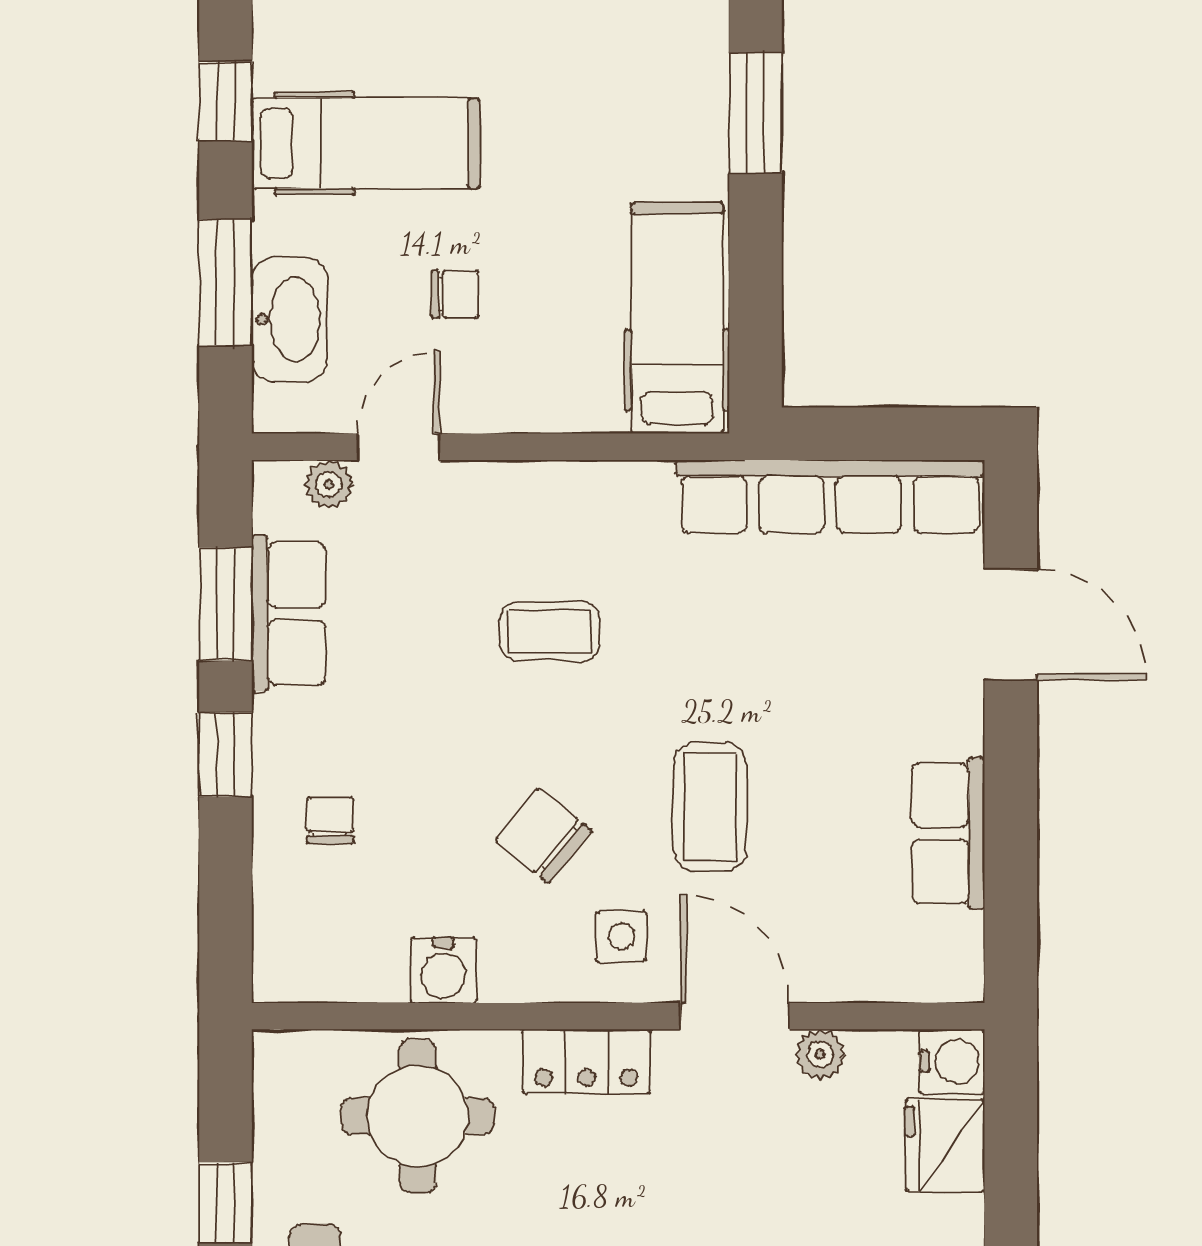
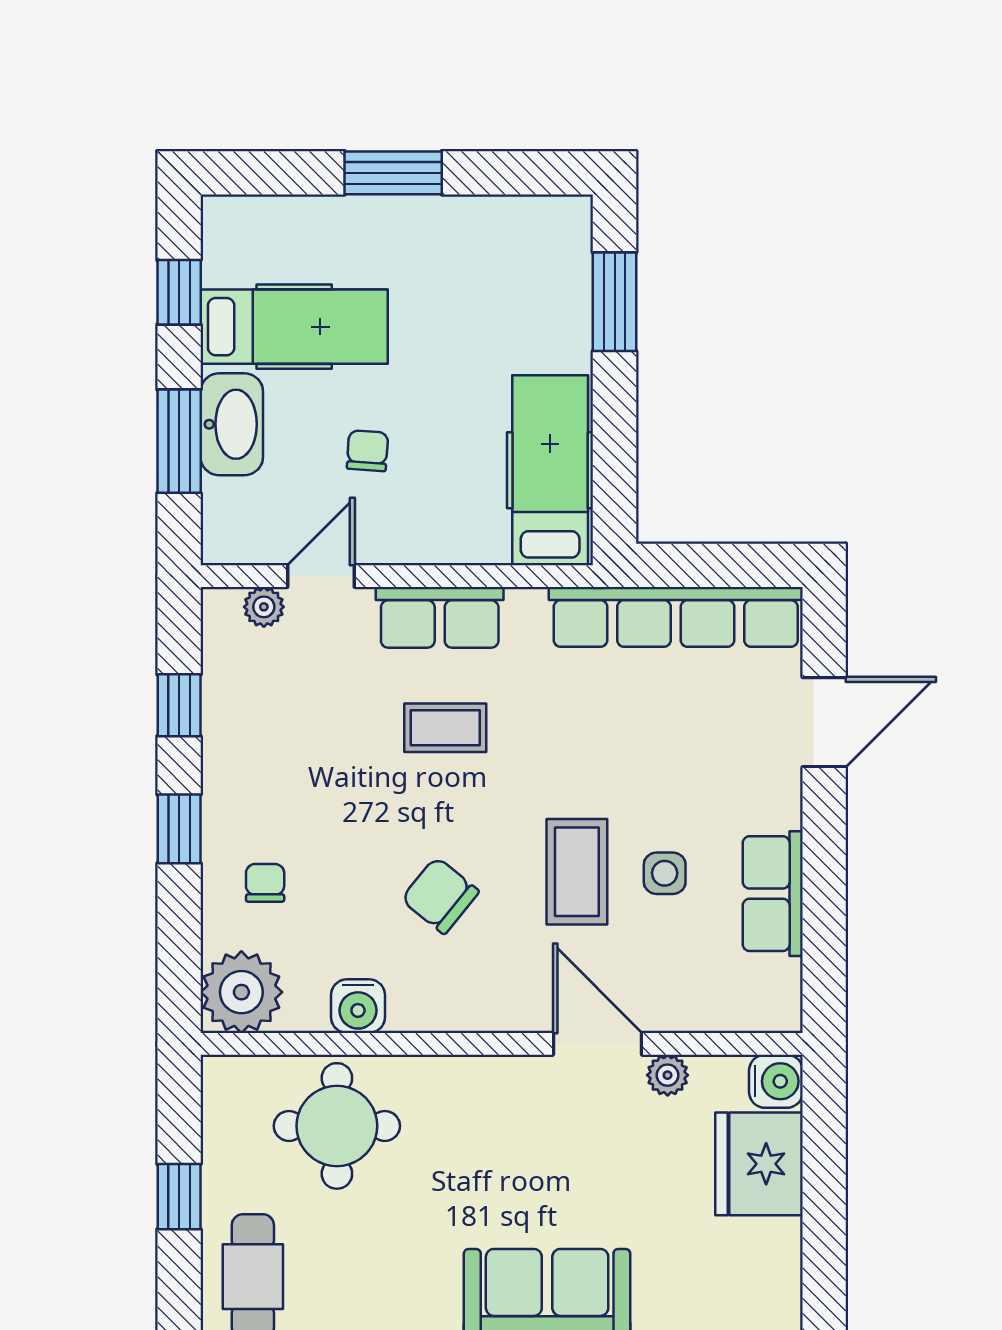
chair: (455, 294) -> (367, 451), turned -86
washbasin: (290, 319) -> (232, 424), moved
window: (225, 604) -> (179, 705), width x0.67
row of seats: (289, 614) -> (440, 617), moved, turned 90
door: (1011, 625) -> (824, 722), hinge flipped
side table: (621, 936) -> (665, 873), moved
plant: (301, 953) -> (241, 992), added
locker: (586, 1061) -> (476, 1081), removed
fridge: (945, 1146) -> (759, 1164), width x1.36, depth x1.34

